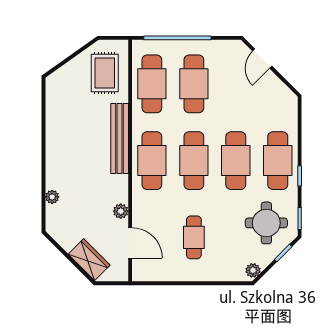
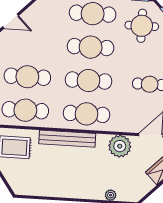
plant: (121, 211) -> (120, 146), width x1.88, depth x1.88

